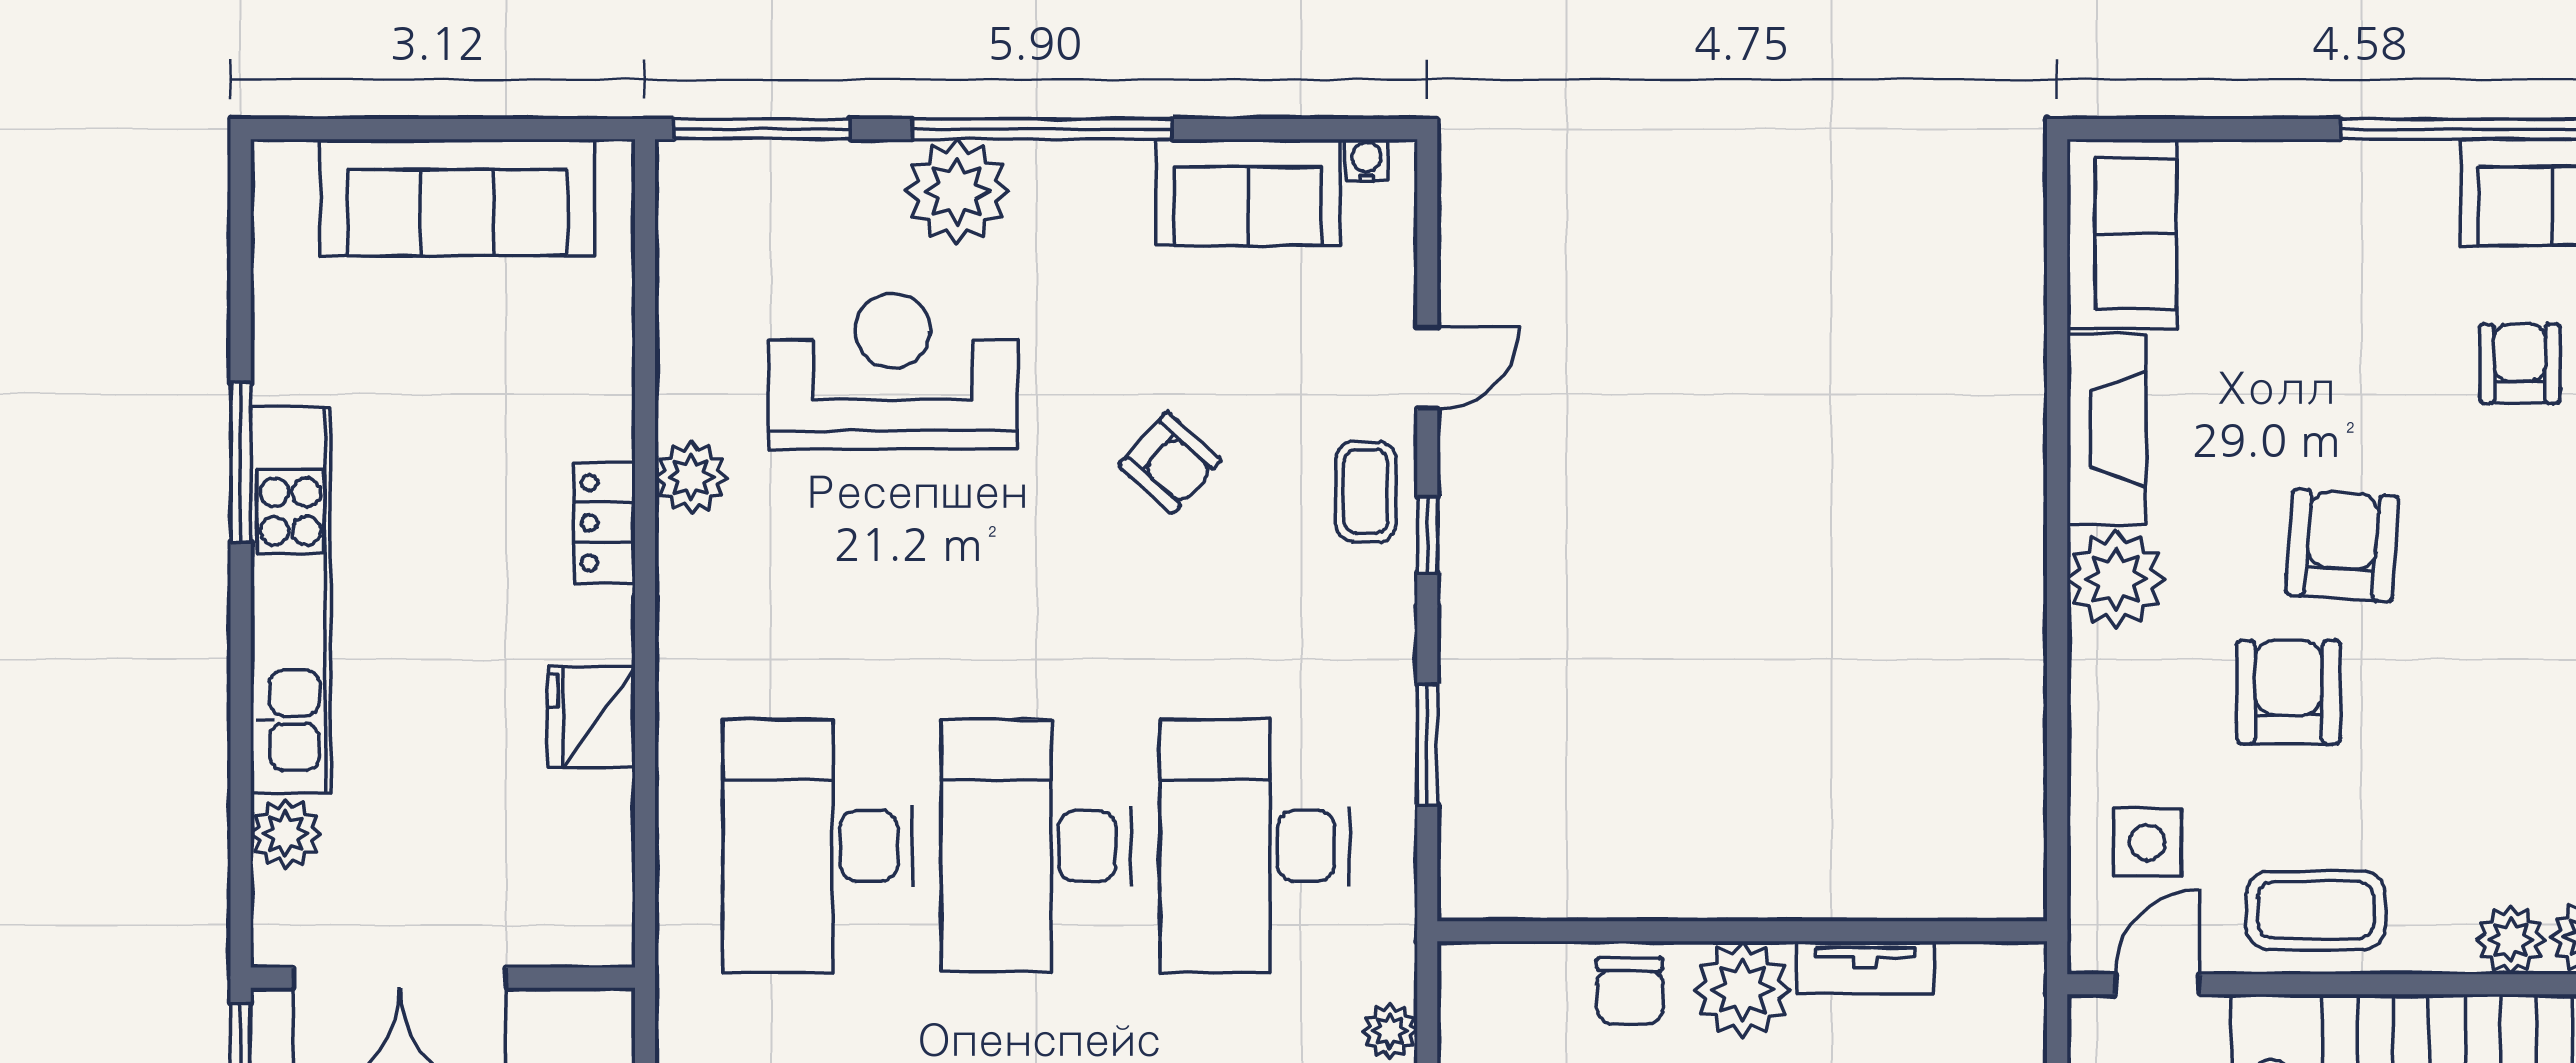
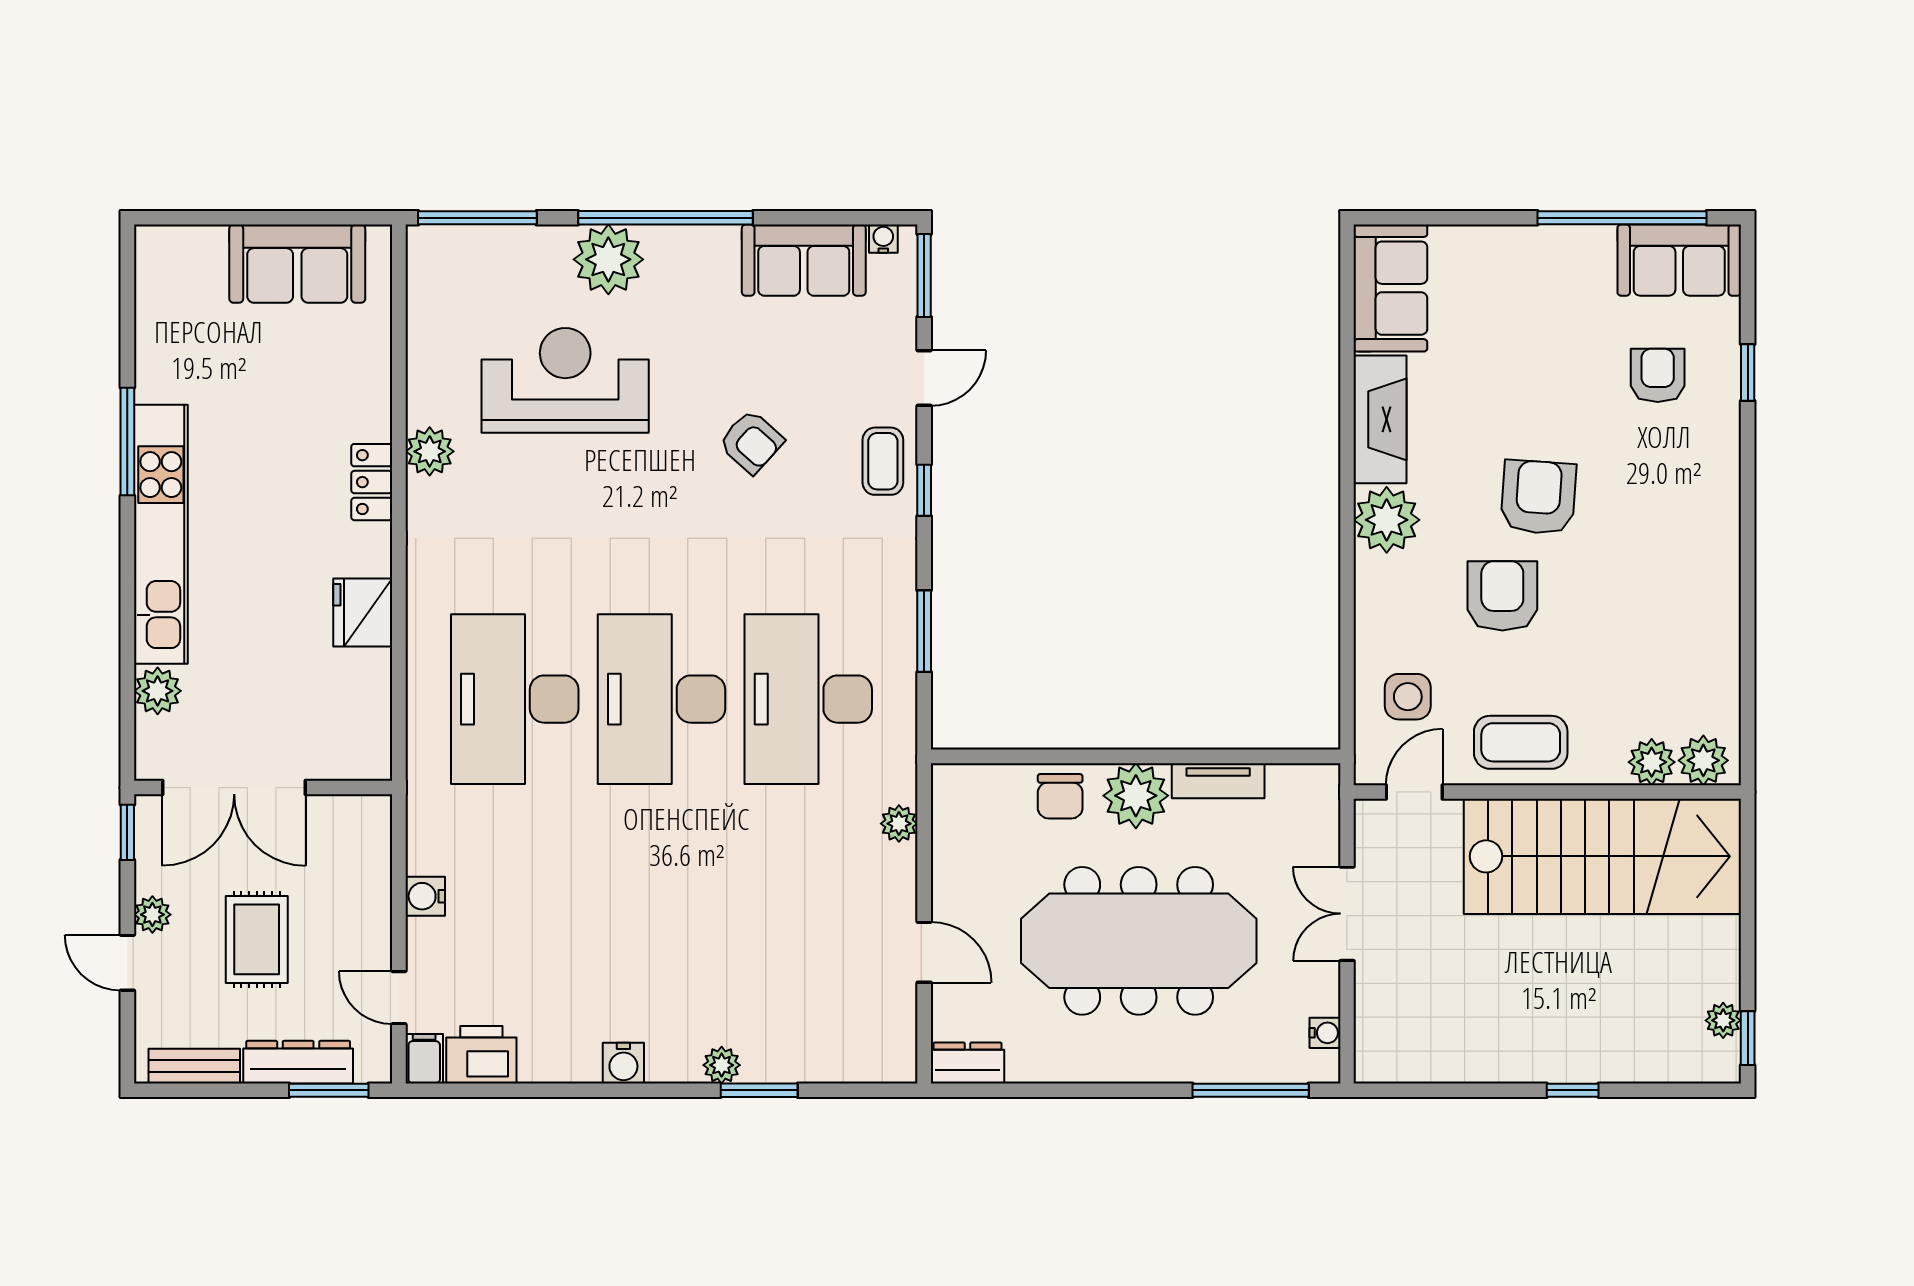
sofa: (457, 197) -> (297, 264), width x0.73
window: (1427, 215) -> (924, 276), added

